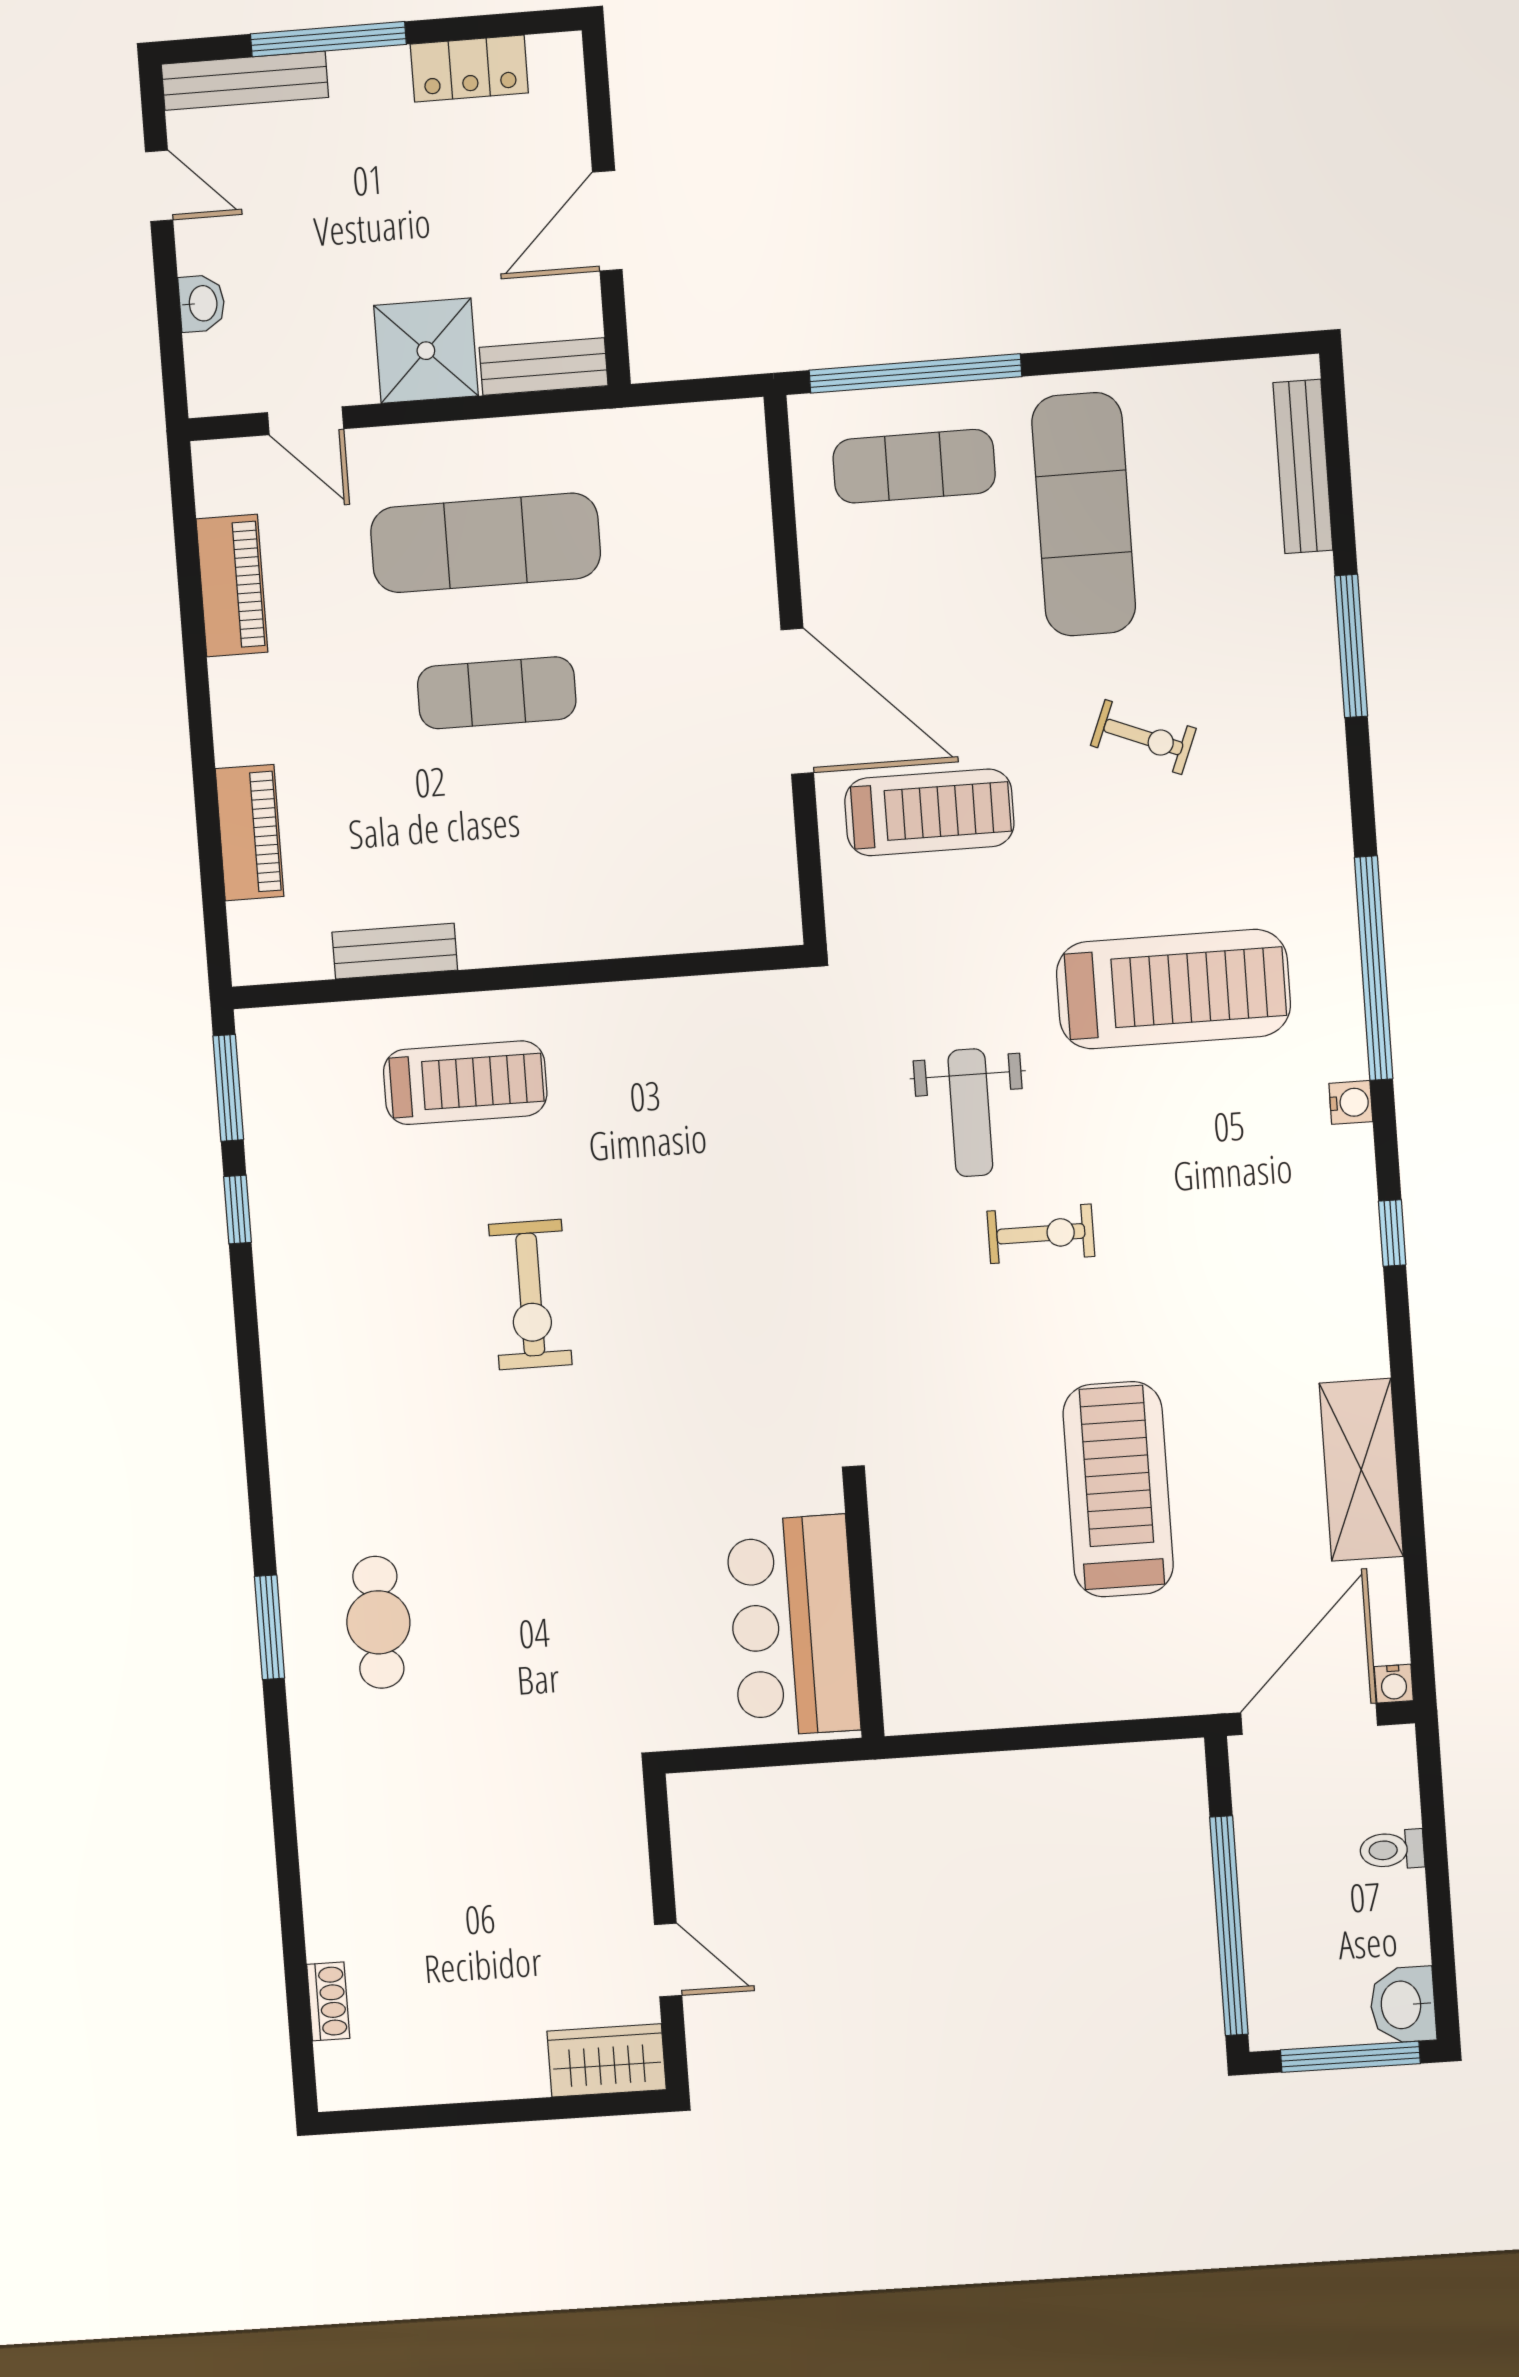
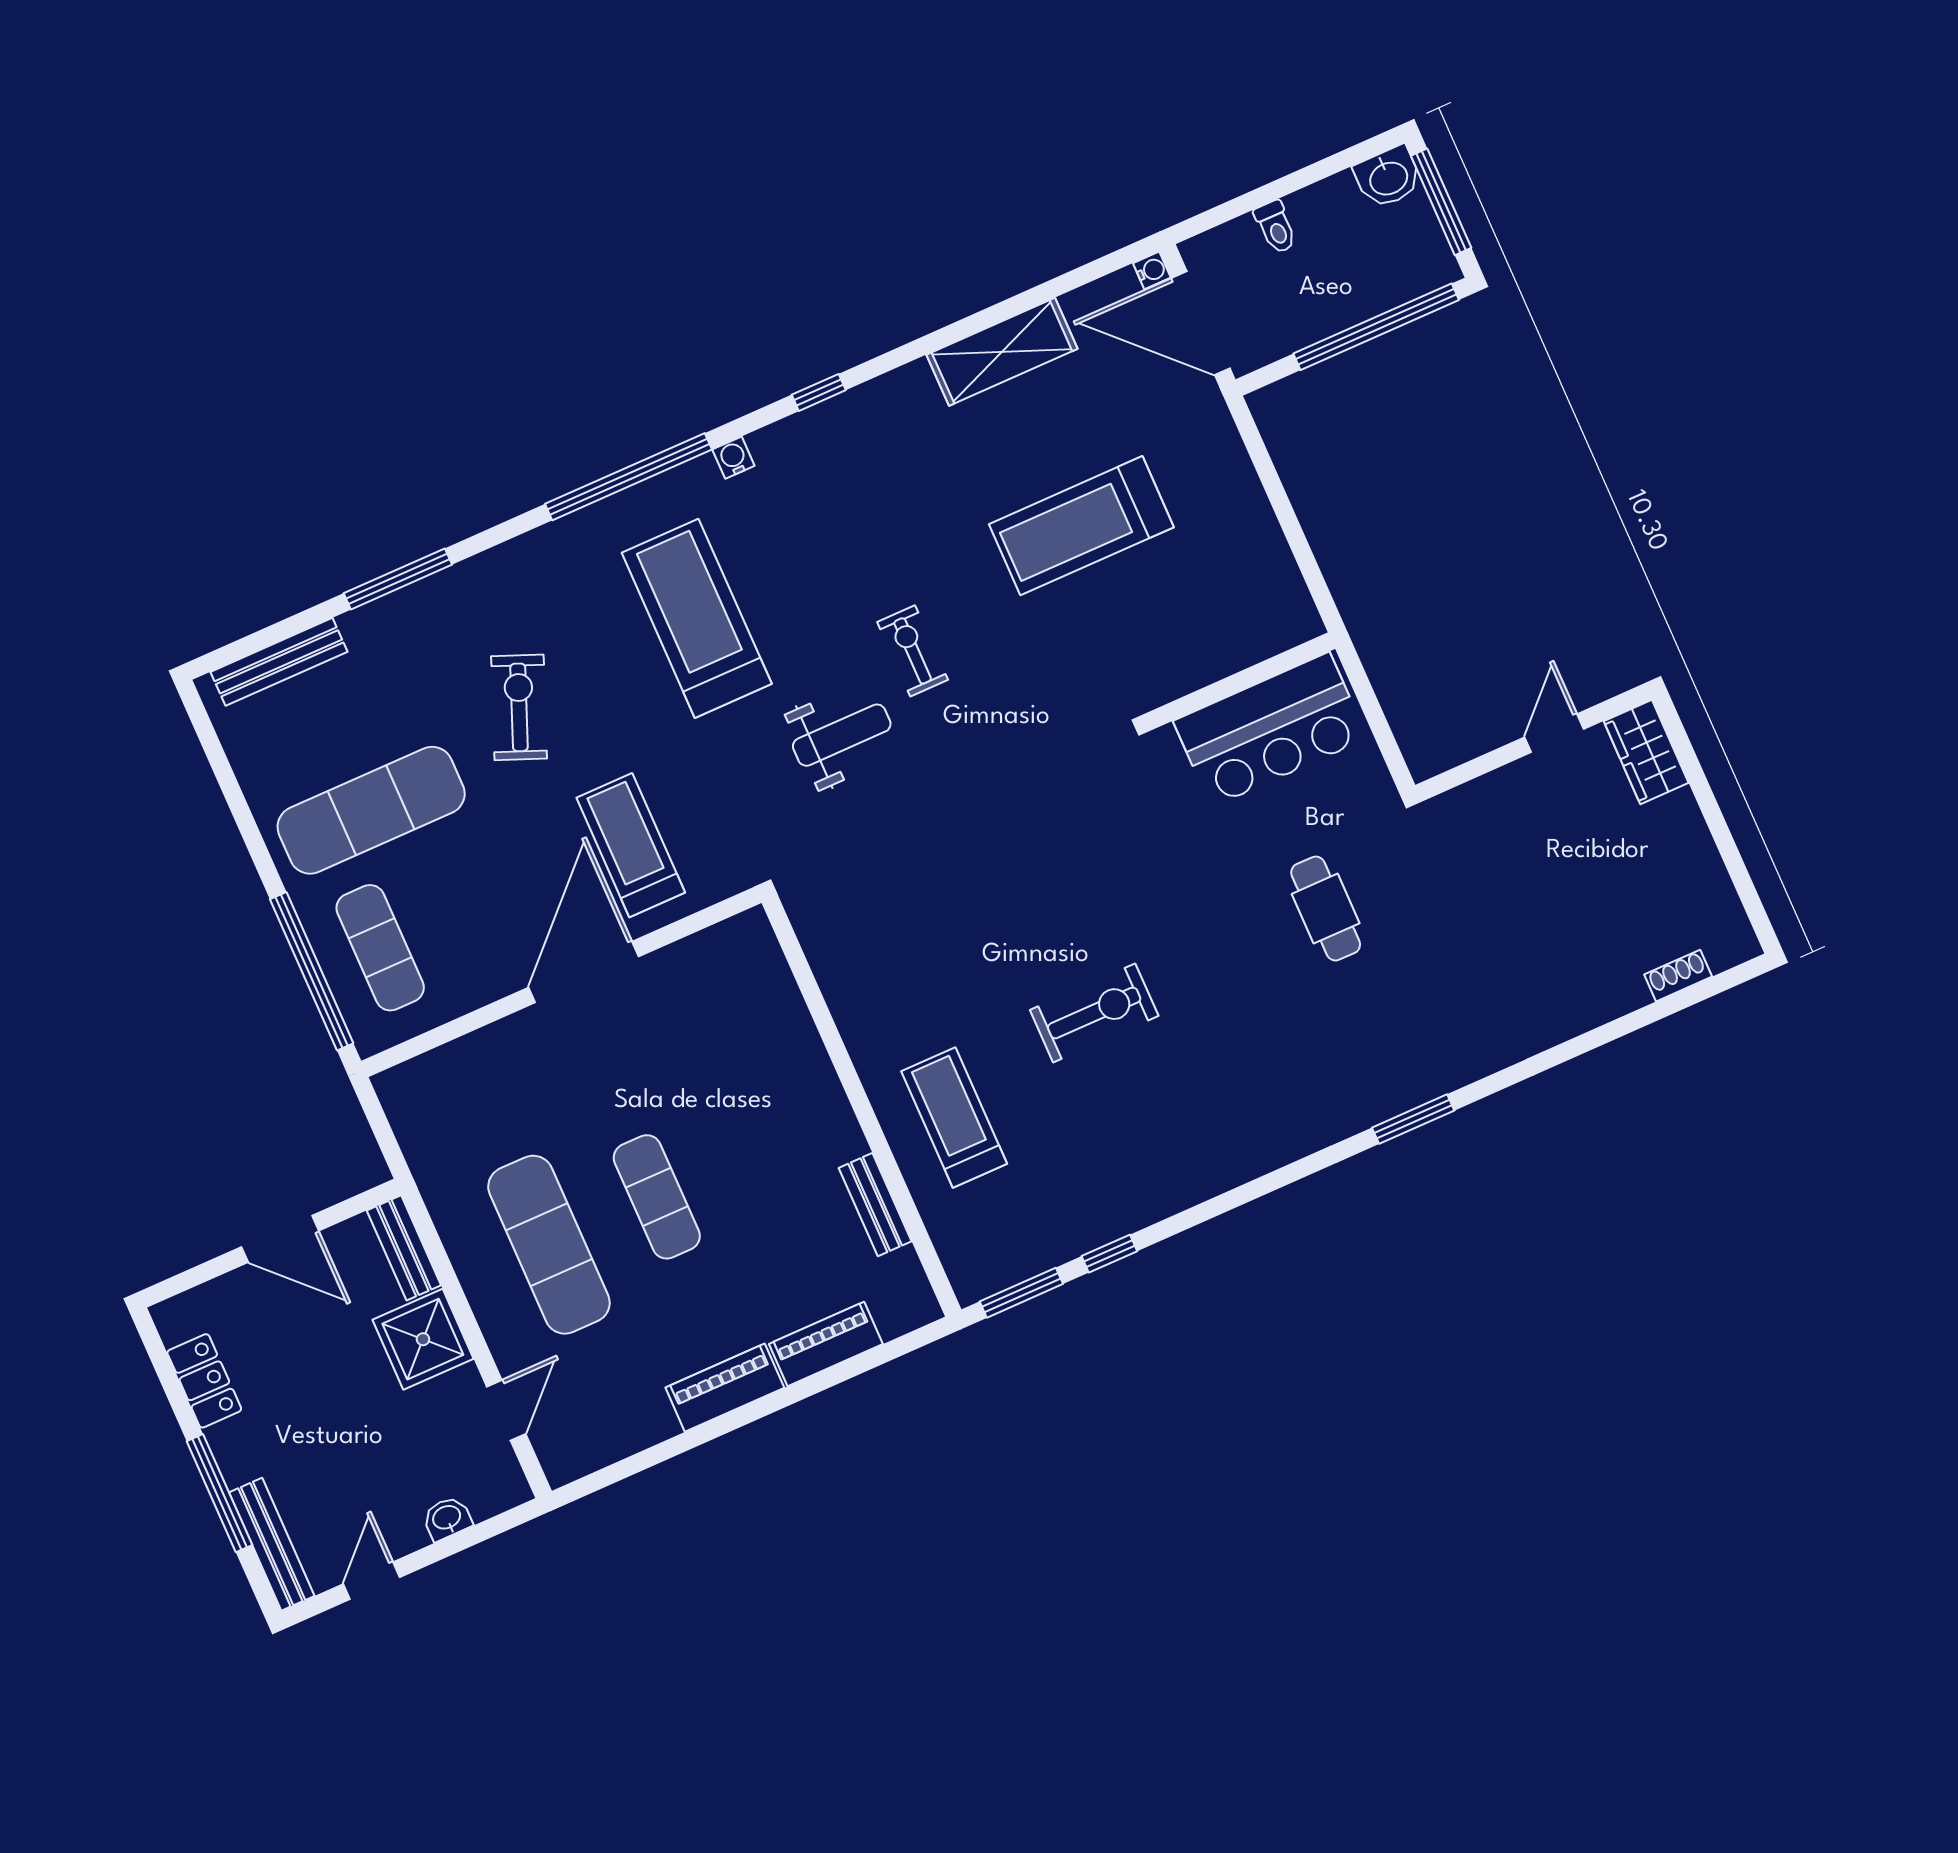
piano: (232, 585) -> (725, 1388), moved
exercise bike: (1143, 737) -> (519, 707), width x1.38, depth x1.39
cafe table: (378, 1622) -> (1326, 909), moved, turned 90

